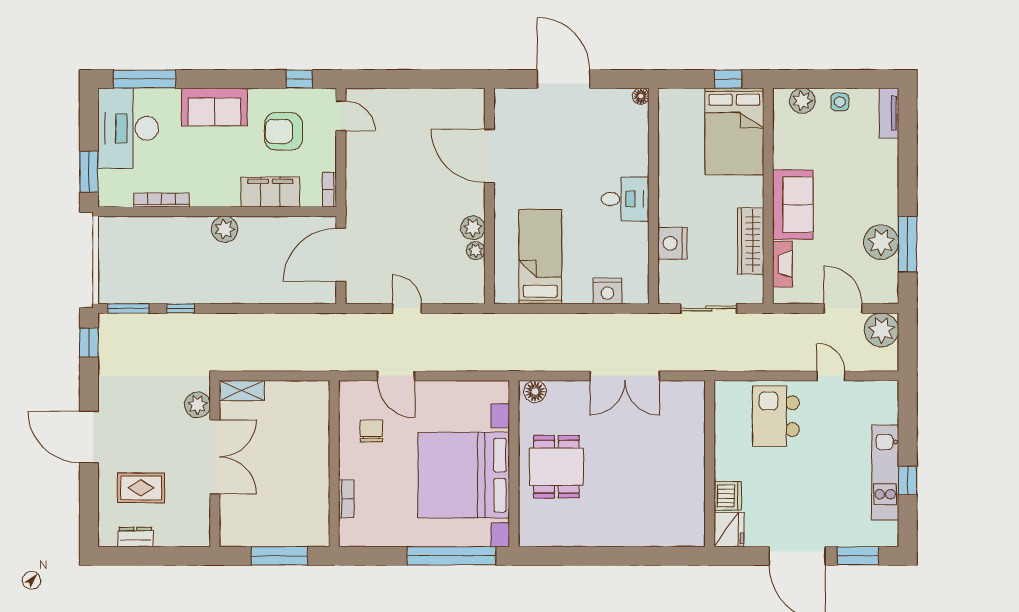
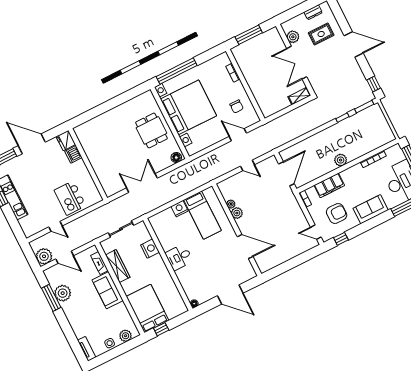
nightstand: (607, 291) -> (180, 209), moved
plant: (197, 405) -> (293, 37), moved
kitchen island: (776, 416) -> (70, 198), turned 180

